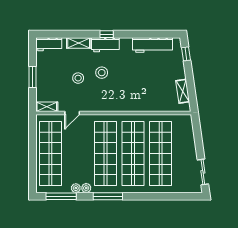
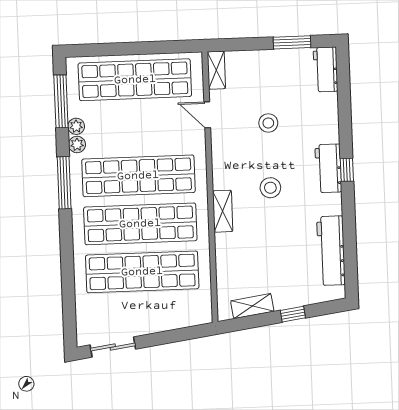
shelving: (79, 43) -> (223, 211), moved
window: (186, 54) -> (293, 314), moved
stool: (102, 73) -> (270, 188), moved
window: (32, 77) -> (292, 42), moved

